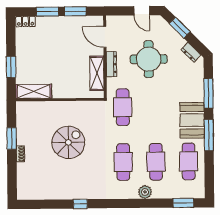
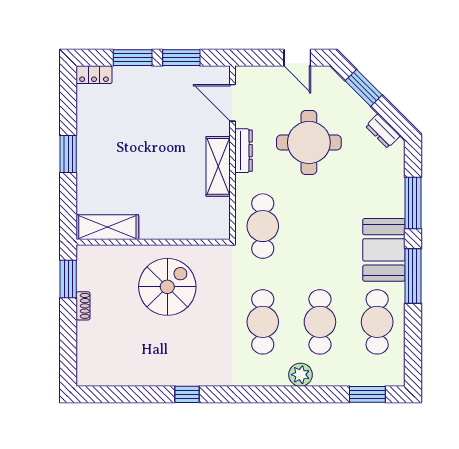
shelving: (34, 91) -> (107, 227), moved
wall: (60, 100) -> (153, 242), moved

